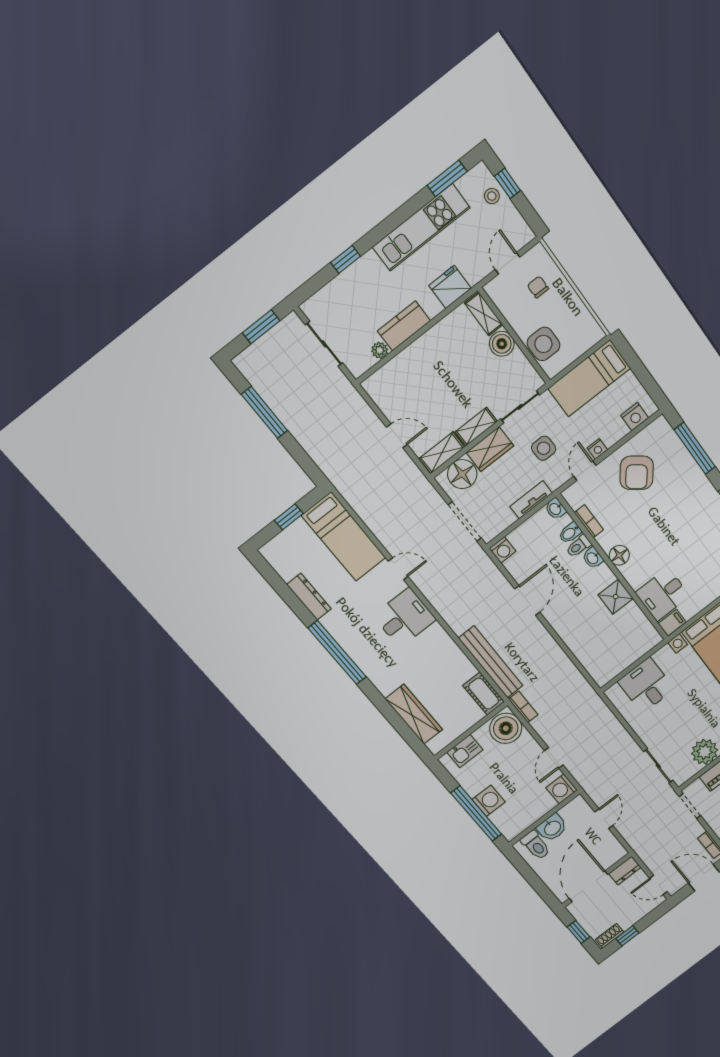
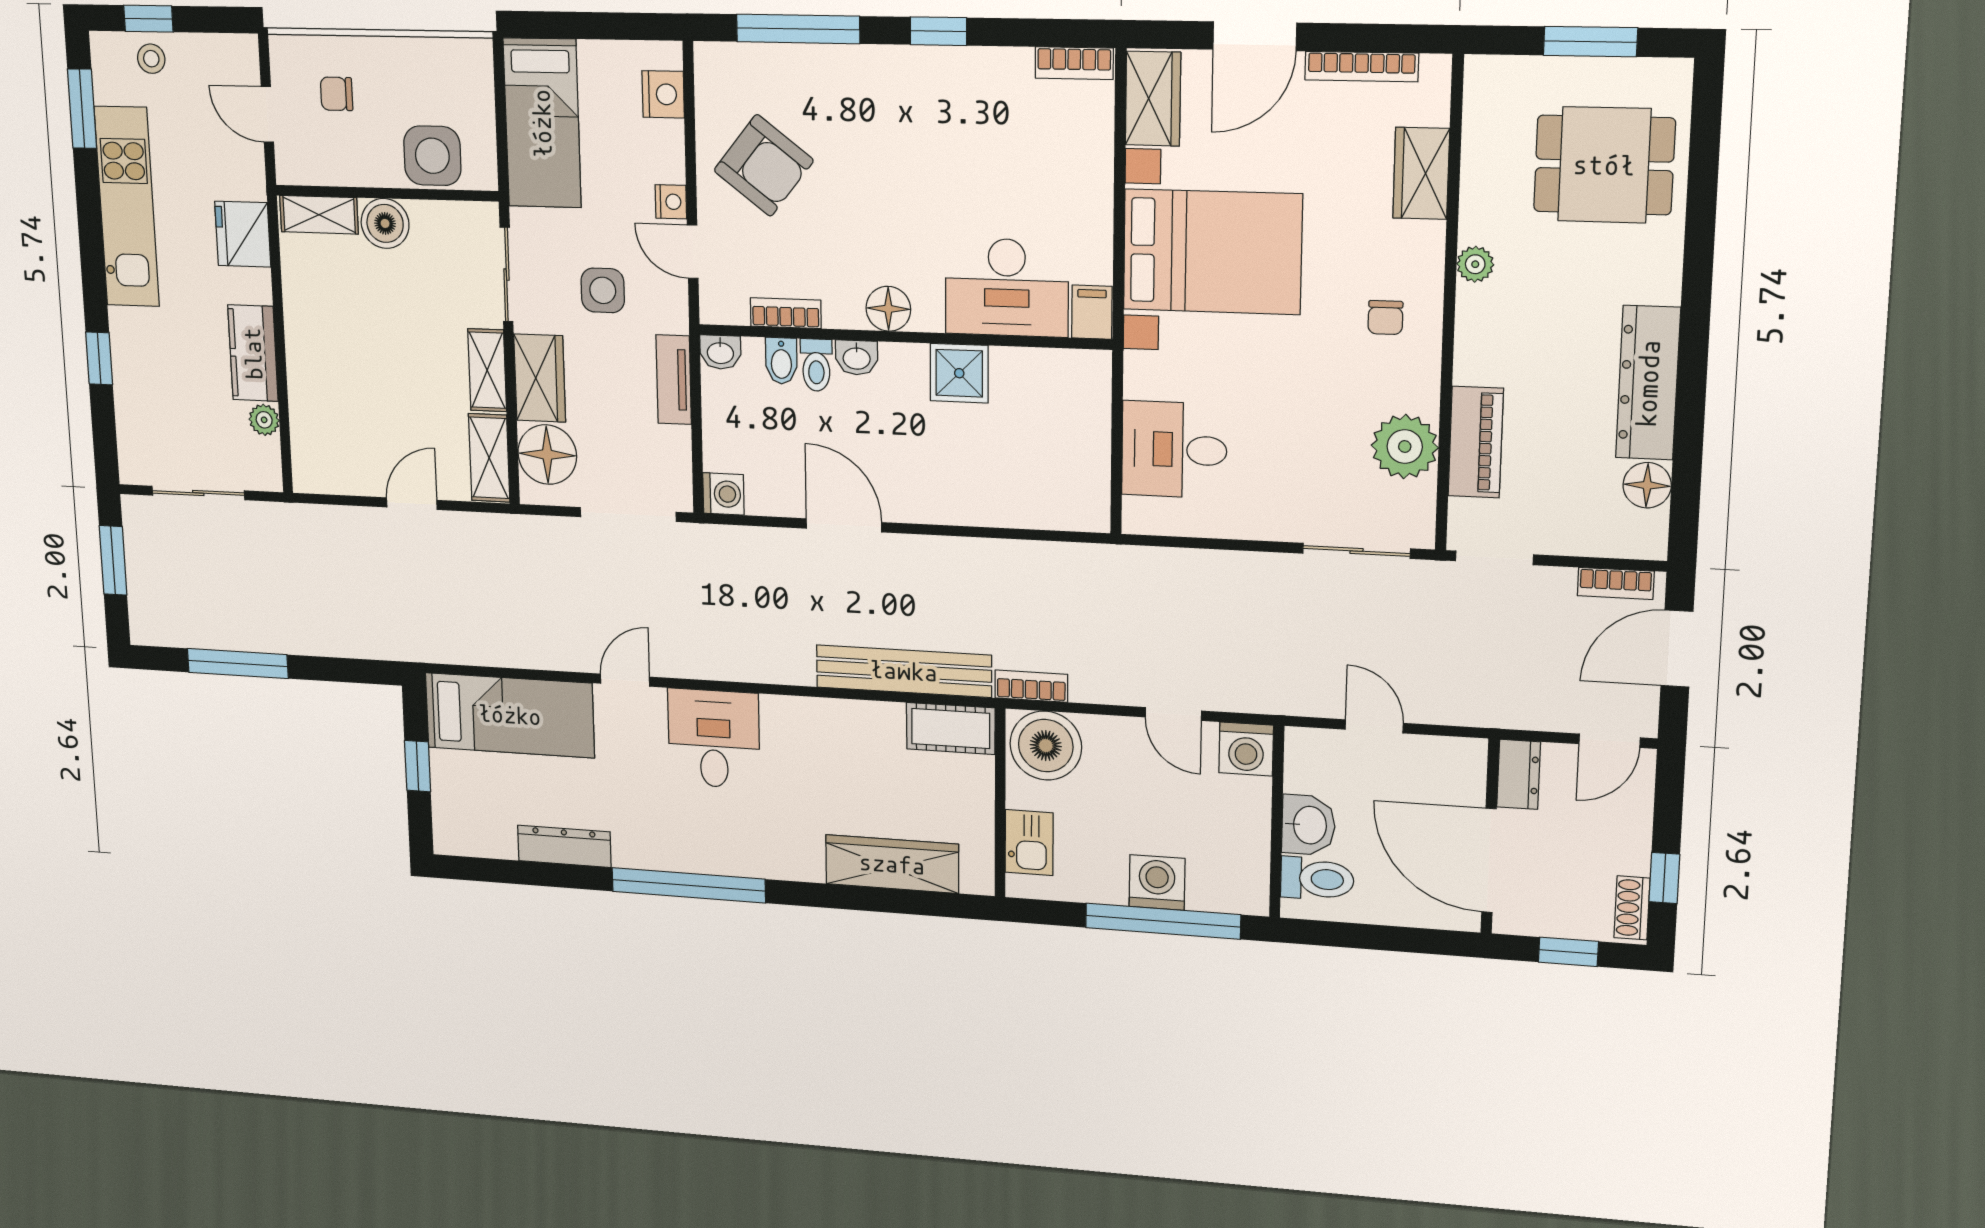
desk: (663, 594) -> (1007, 287), width x1.37

